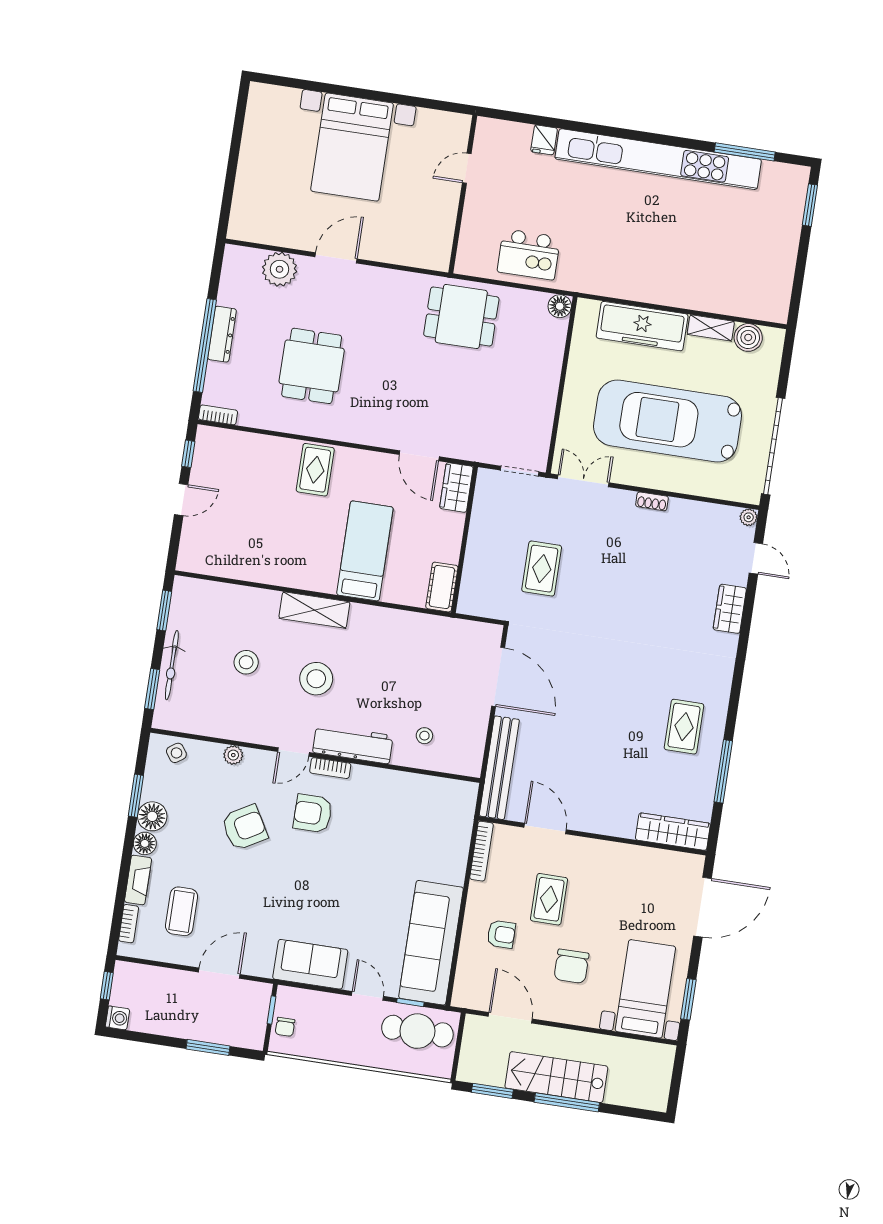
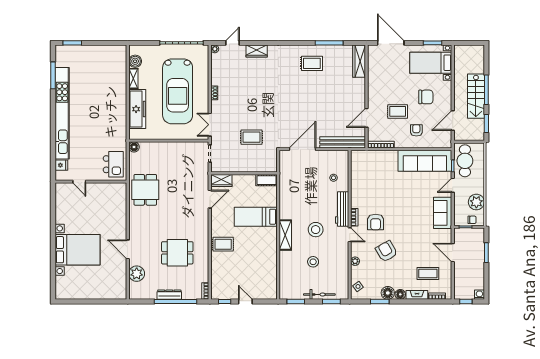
door: (467, 168) -> (79, 182), moved
wall: (463, 194) -> (91, 182), moved
plant: (323, 1042) -> (476, 202), added

